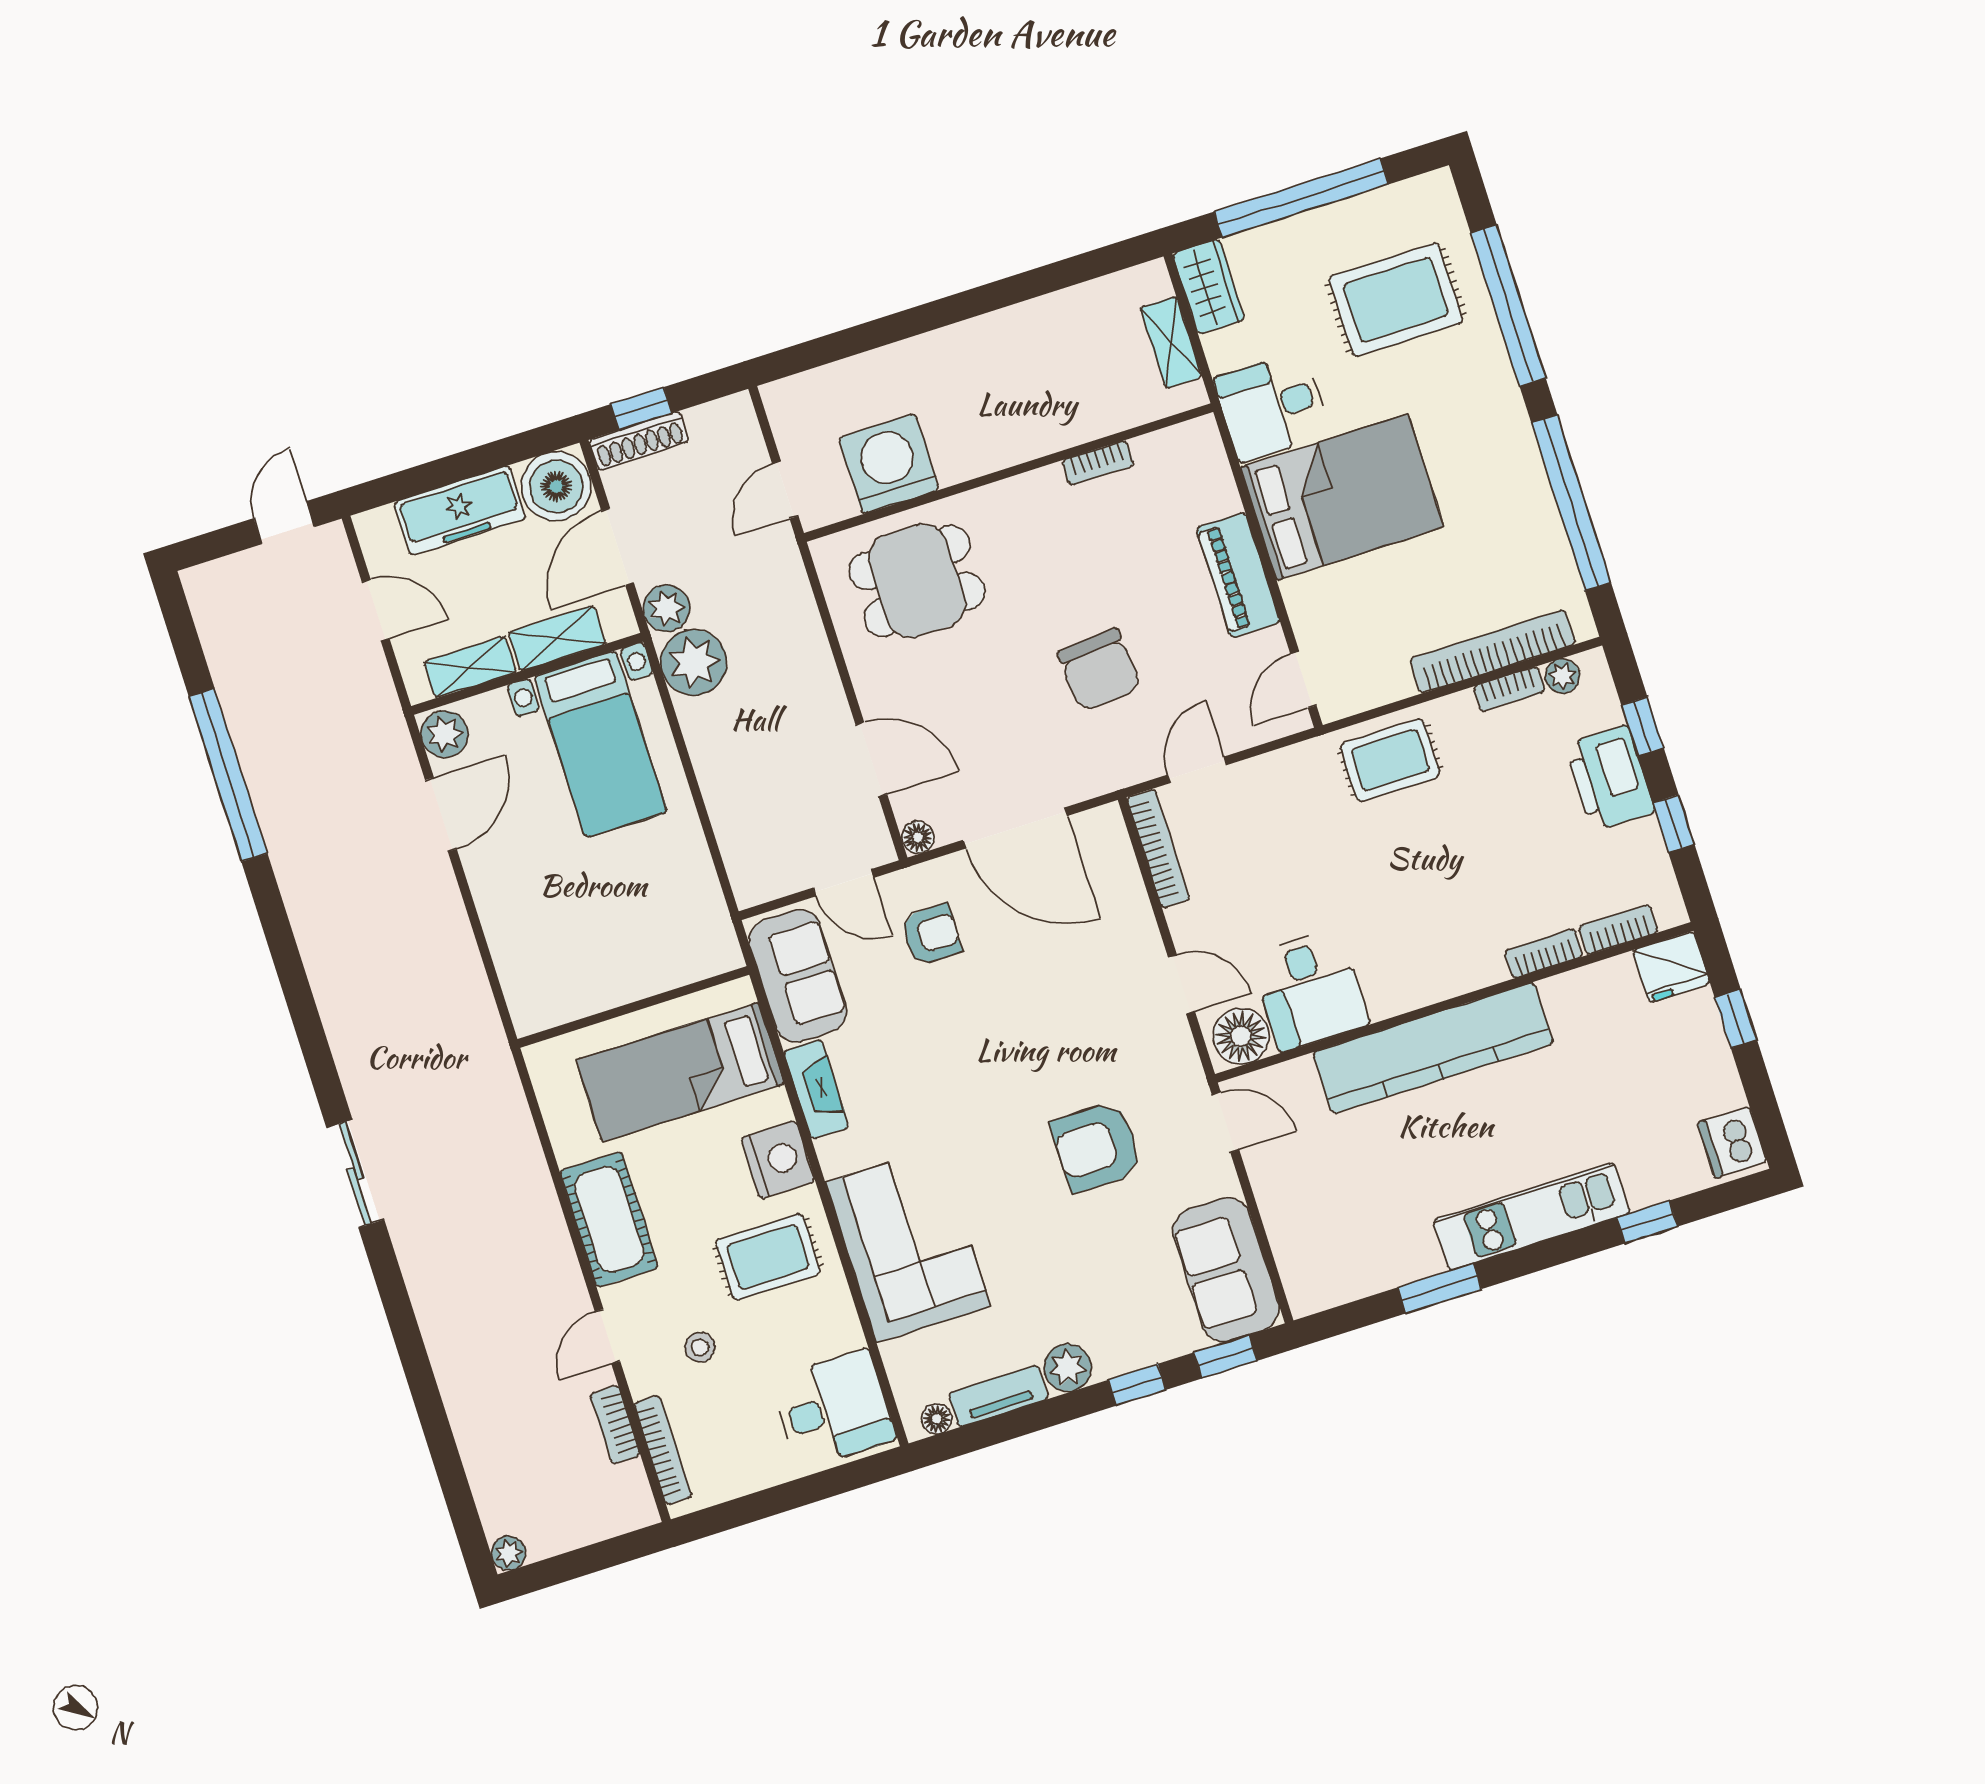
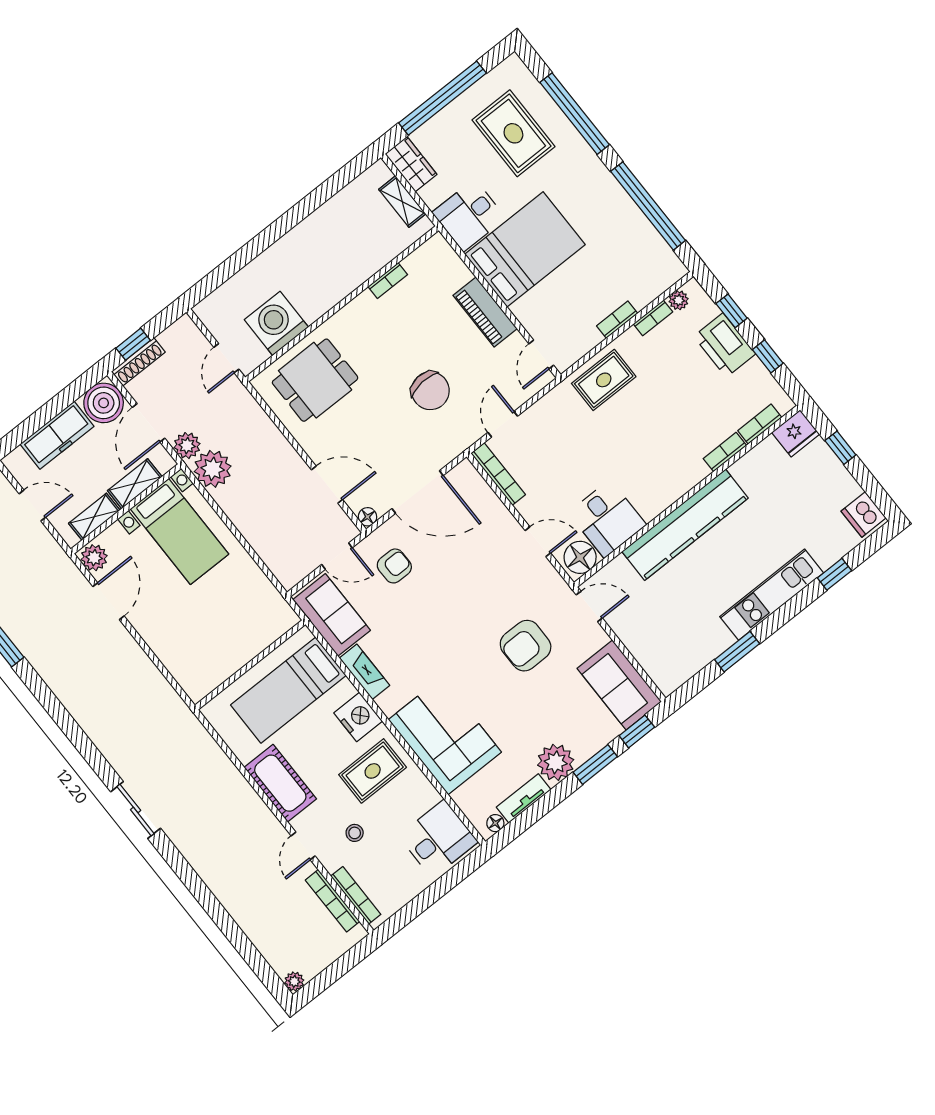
rug: (1396, 300) -> (513, 133), turned 90
bookcase: (1493, 651) -> (617, 320), width x0.43, depth x0.76
plant: (1068, 1368) -> (556, 762), width x1.36, depth x1.36
window: (1137, 1385) -> (595, 764), width x1.50
bookcase: (615, 1425) -> (333, 901), width x1.56

